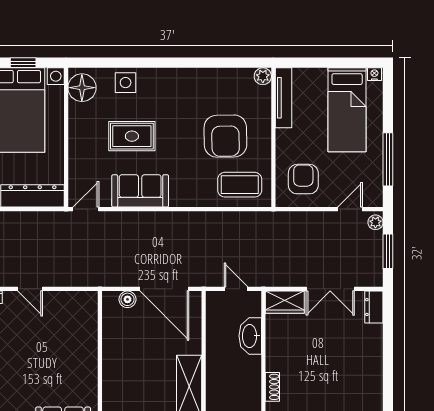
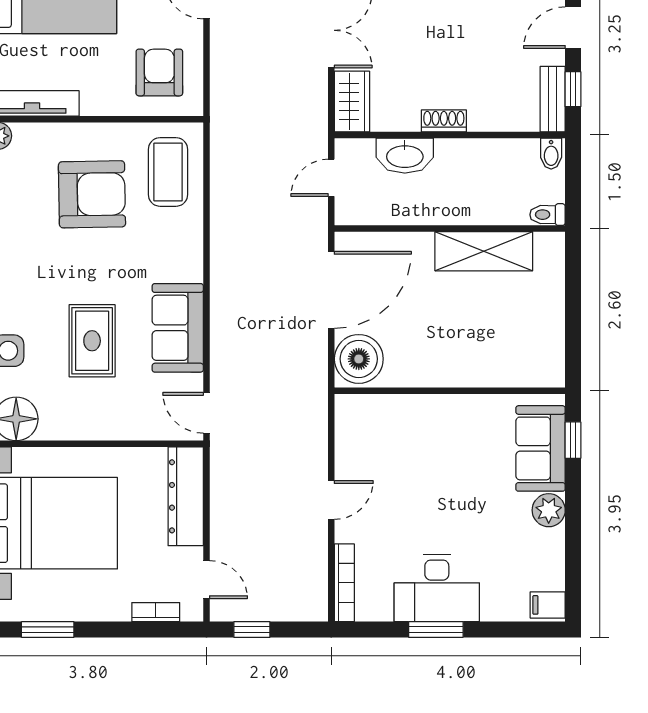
armchair: (303, 179) -> (159, 72), turned 90
boiler: (127, 299) -> (359, 359), width x1.86, depth x1.86
shoe rack: (272, 387) -> (444, 121), moved

